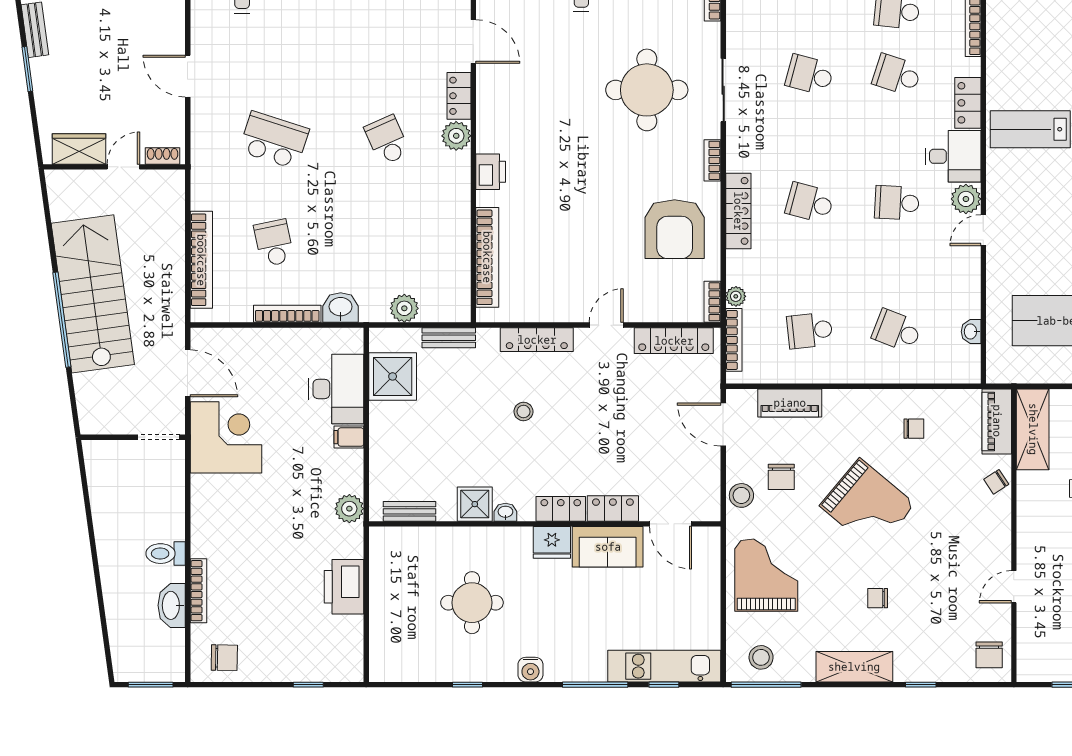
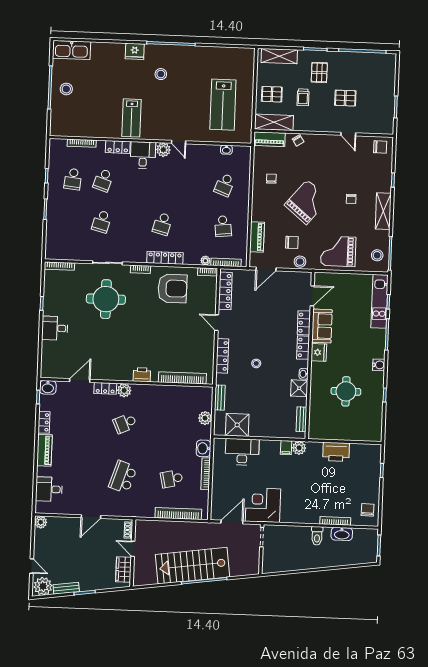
school desk: (897, 203) -> (164, 183), removed
filing cabinet: (349, 437) -> (286, 448), moved

